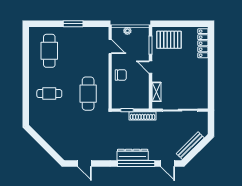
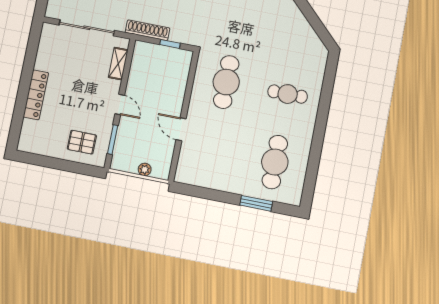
window: (73, 24) -> (256, 203), moved
pallet: (169, 40) -> (82, 142), width x0.67, depth x0.71
locker: (203, 43) -> (36, 95), moved
door: (110, 47) -> (181, 129), moved
chair: (121, 75) -> (169, 101), removed

